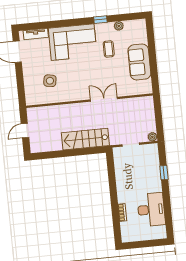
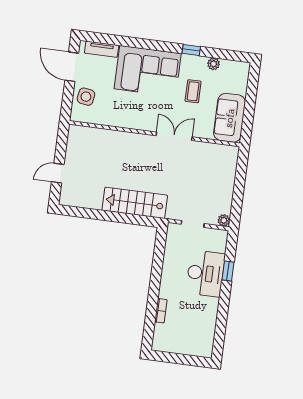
side table: (50, 81) -> (86, 97), moved
double door: (104, 99) -> (174, 136), moved
wall: (89, 101) -> (155, 134), moved
desk: (151, 210) -> (205, 273), moved

